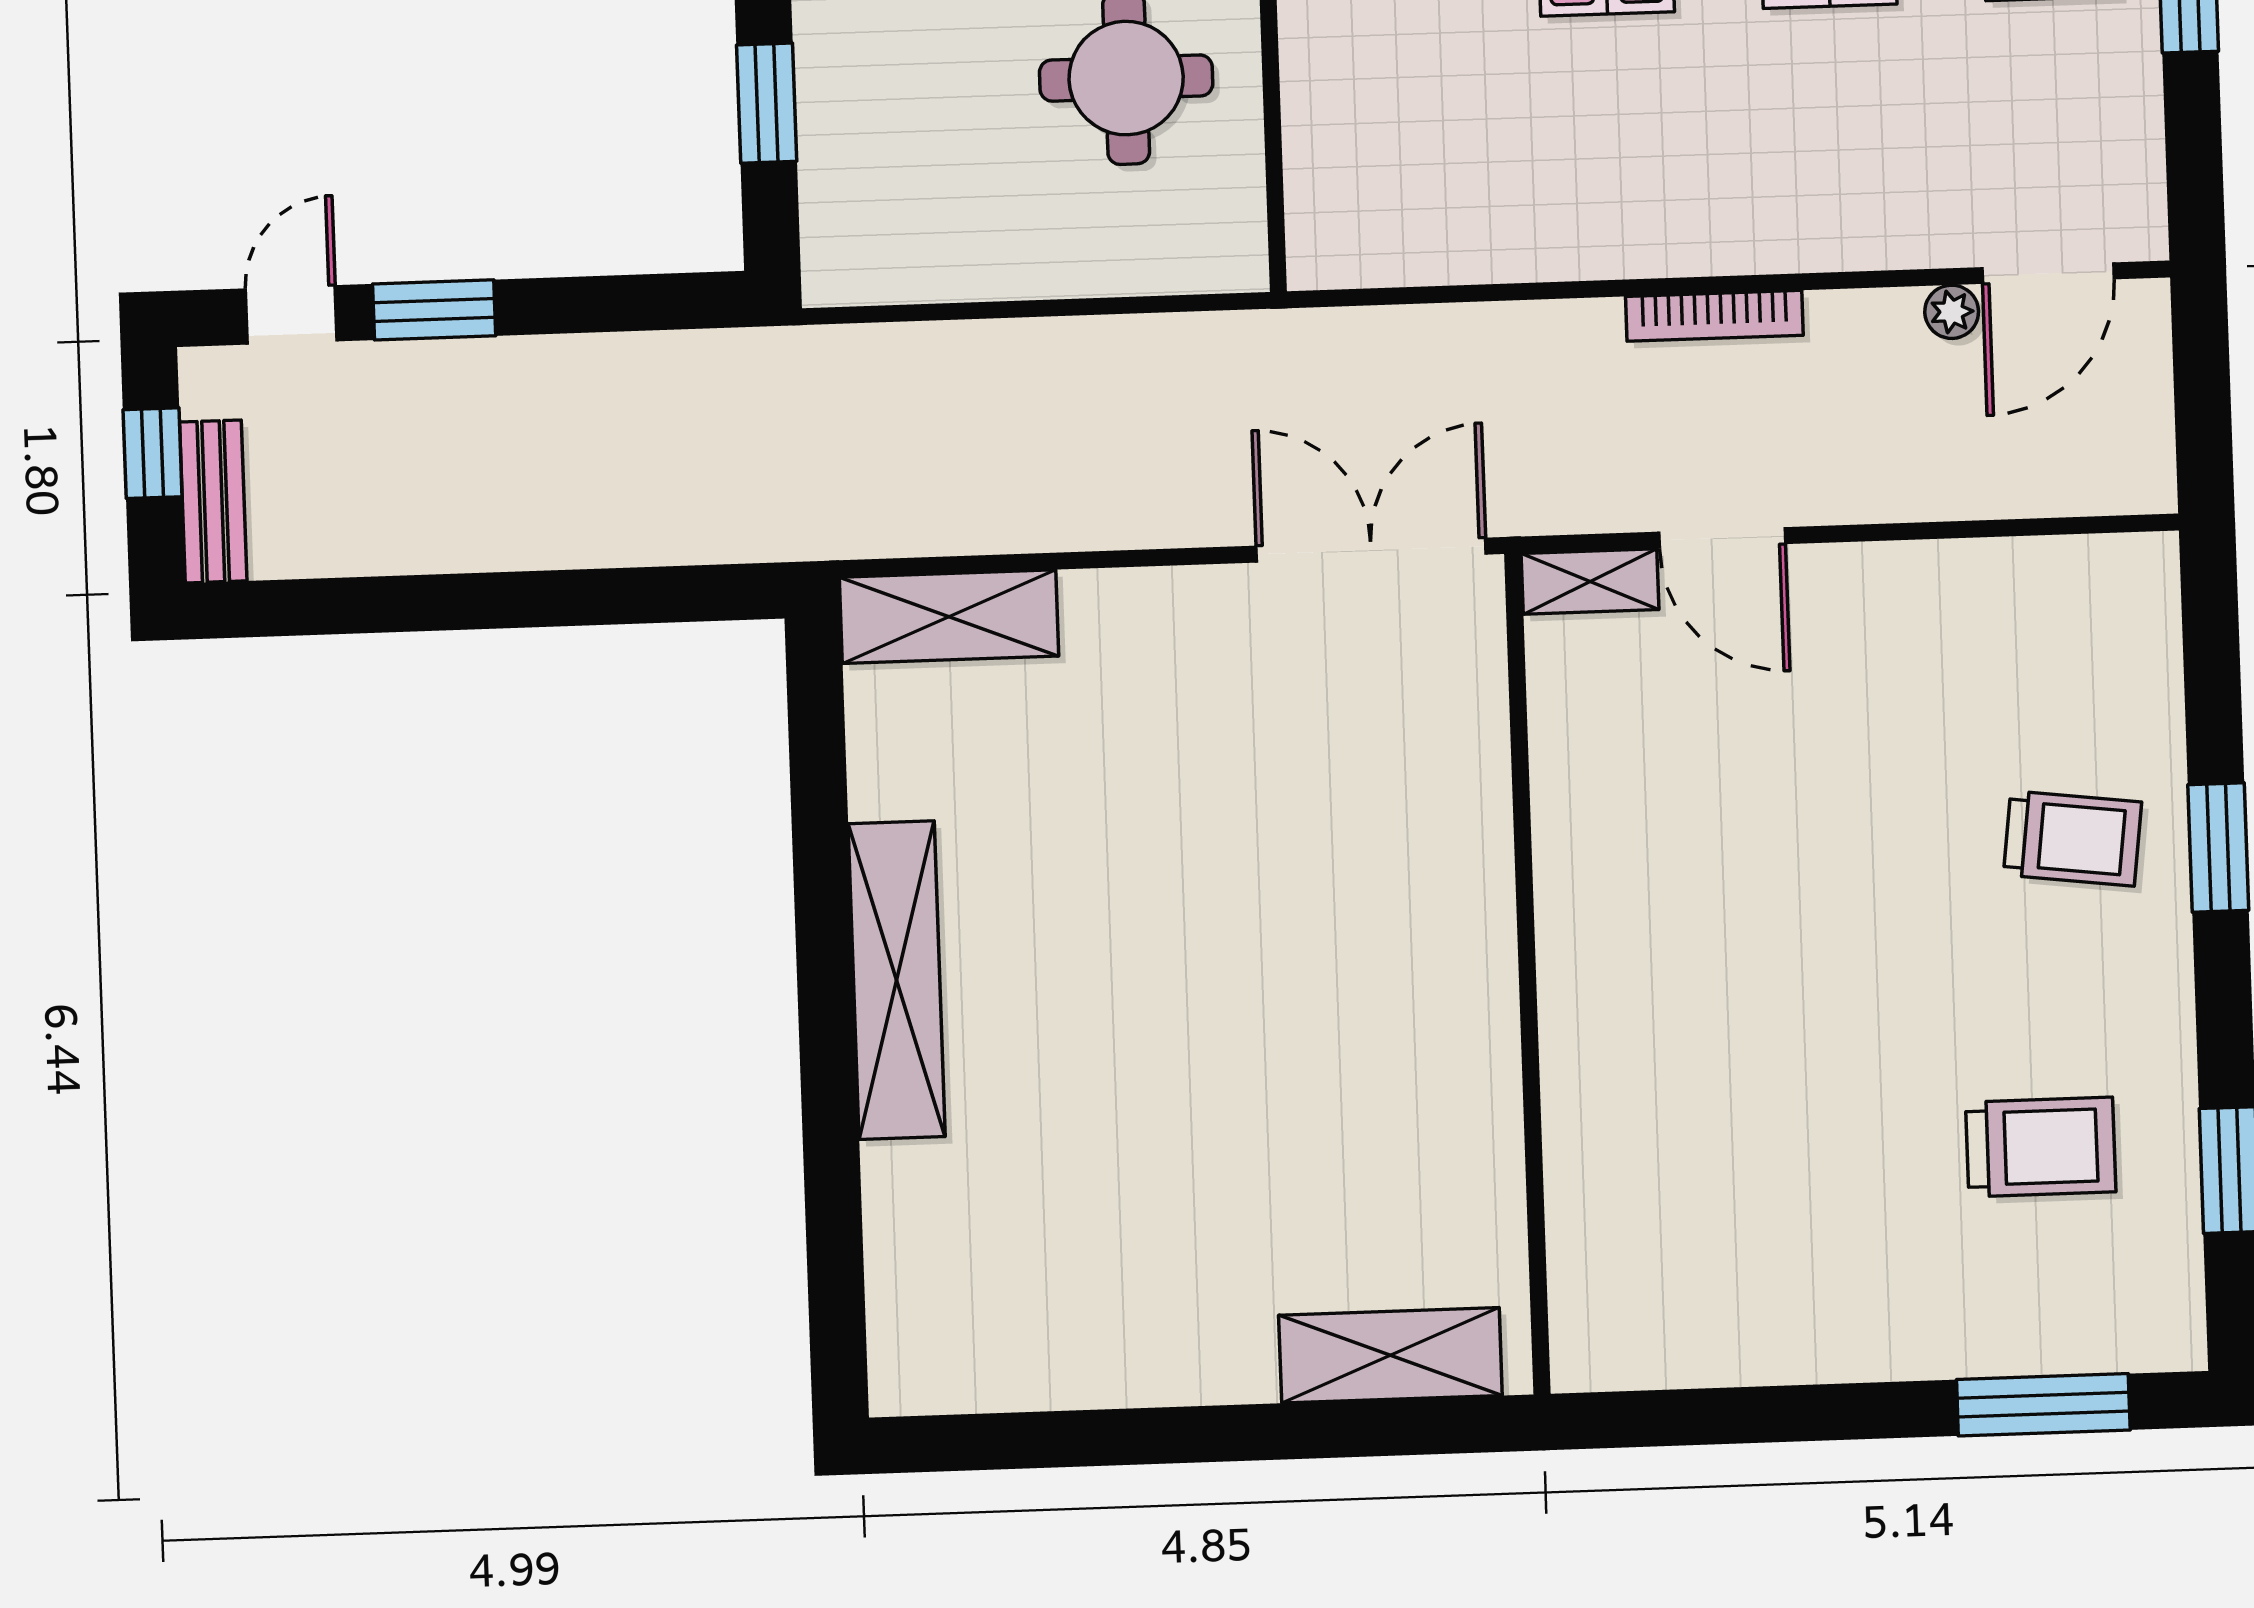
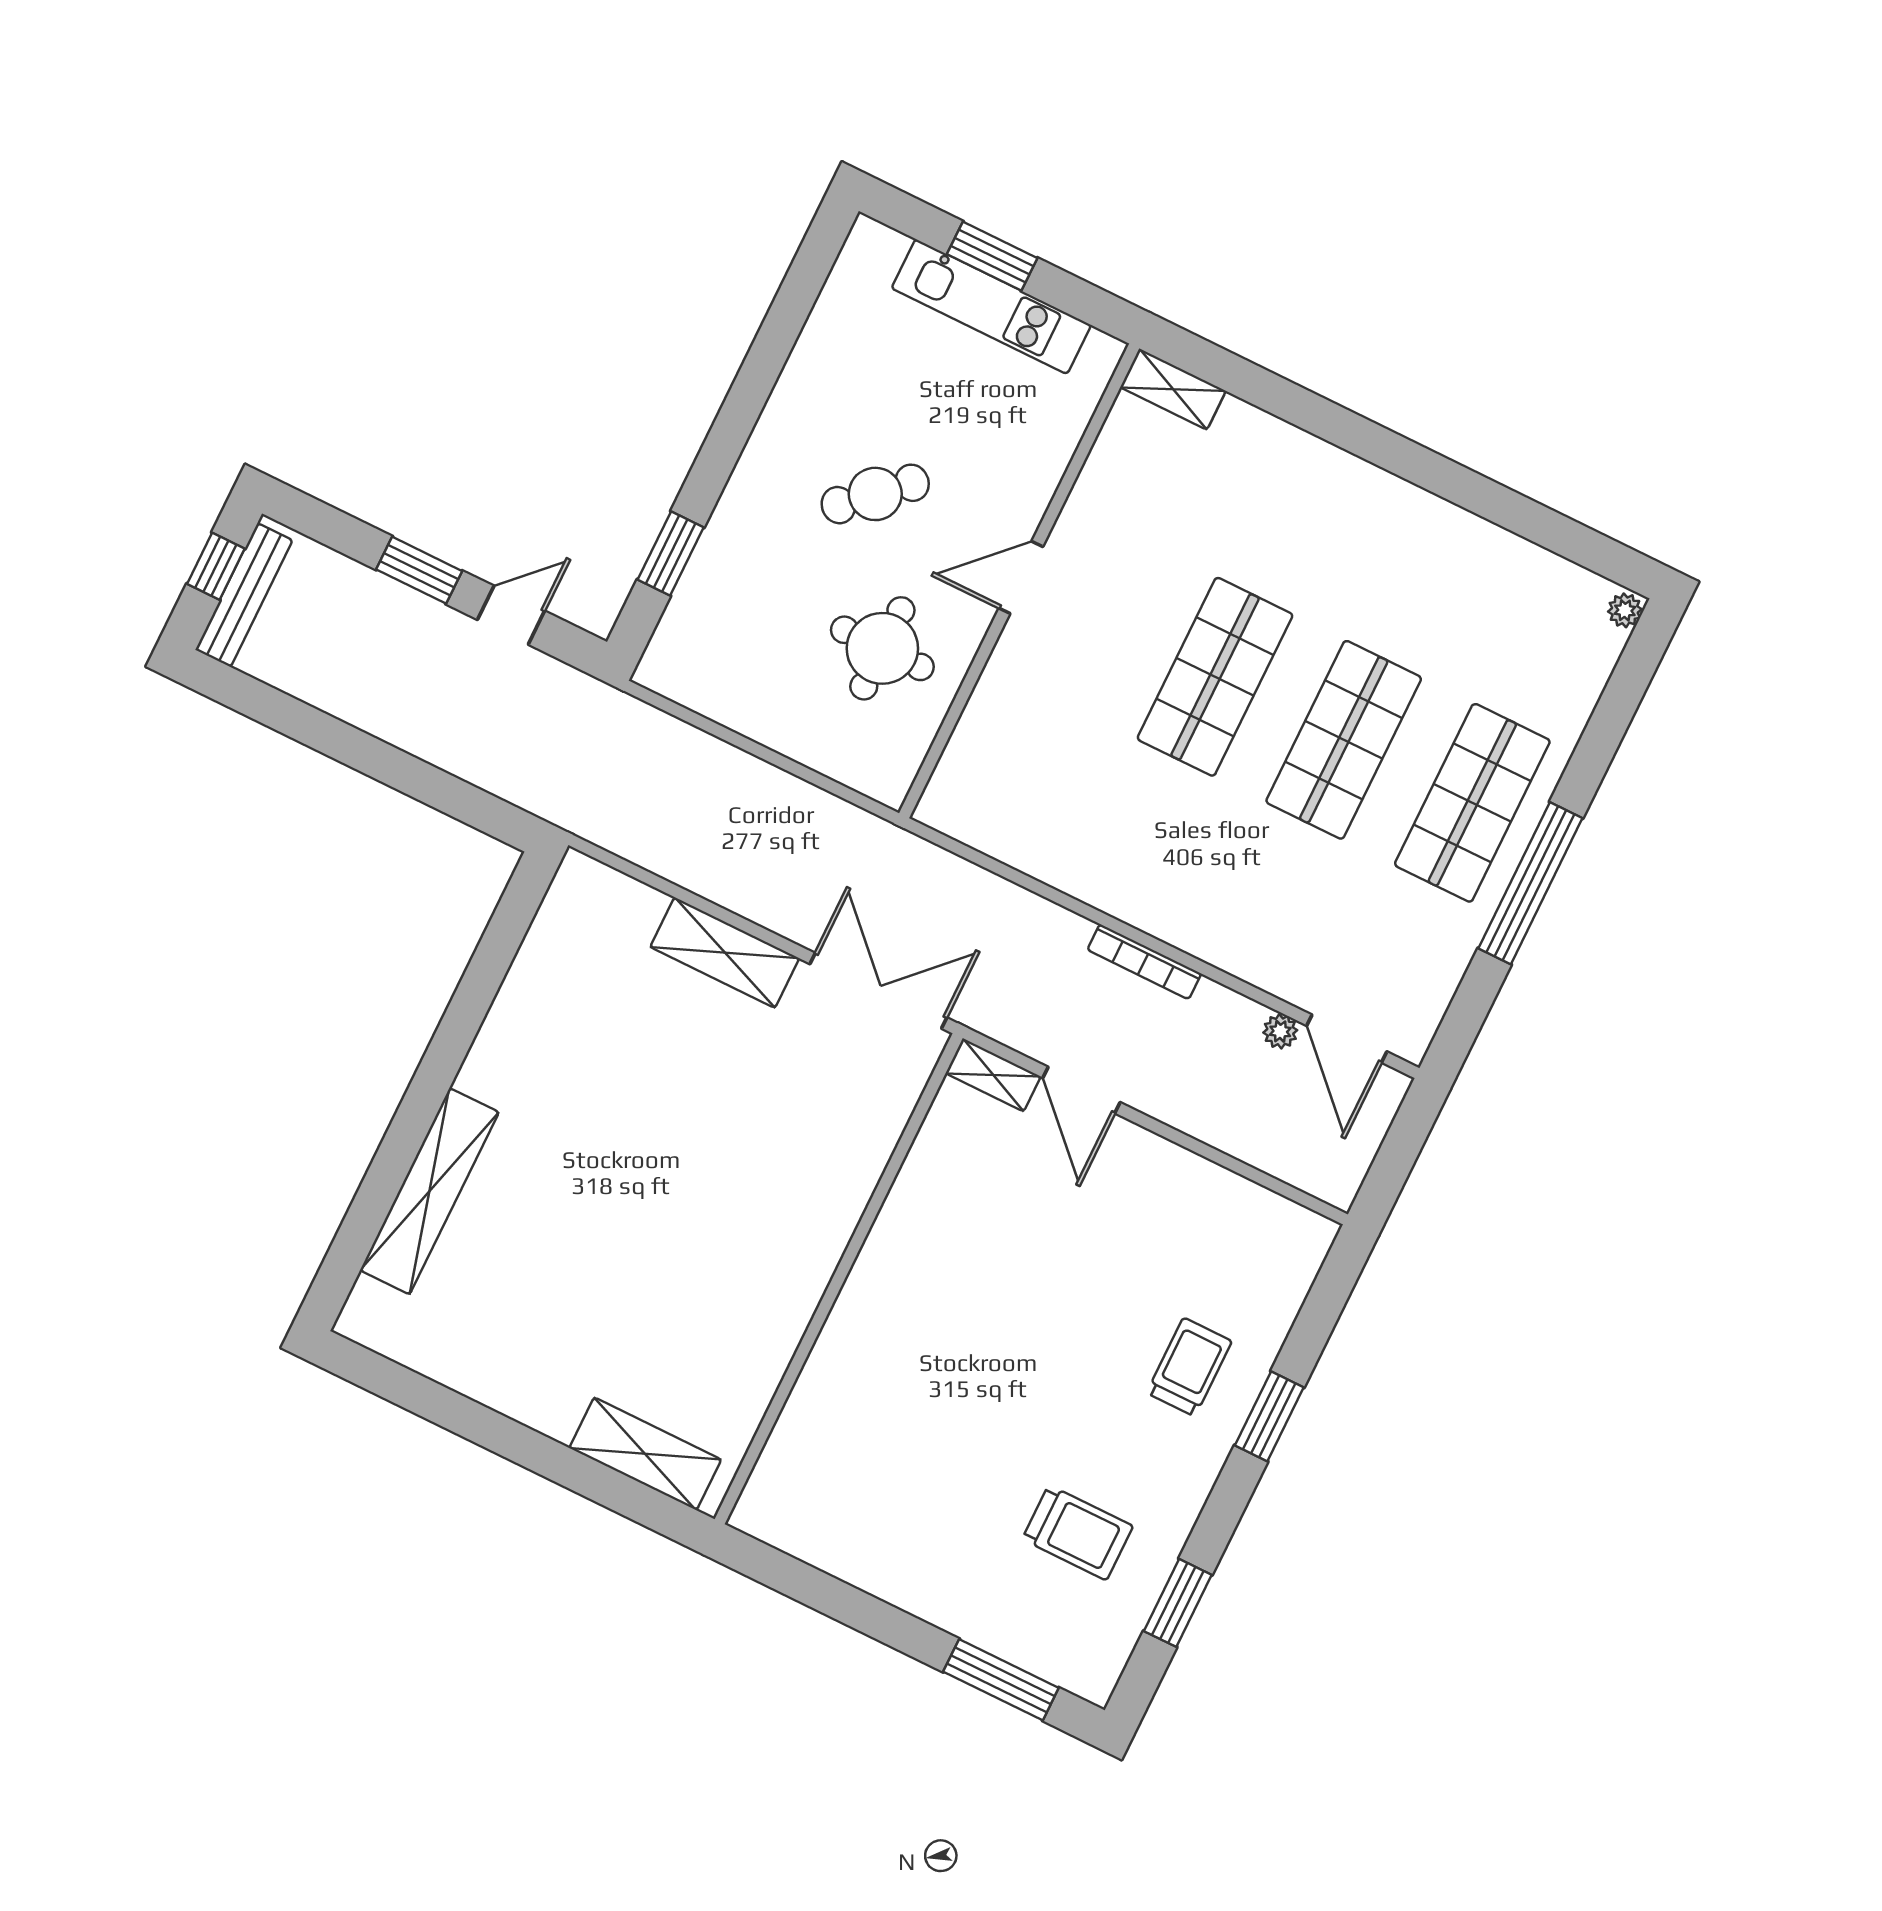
door: (2048, 273) -> (1347, 1039), hinge flipped
door: (291, 315) -> (511, 615), moved
bench: (213, 501) -> (244, 595), width x1.36
shelving: (949, 617) -> (725, 953), moved
trolley: (2073, 838) -> (1189, 1367), turned -97
shelving: (897, 980) -> (429, 1191), moved

